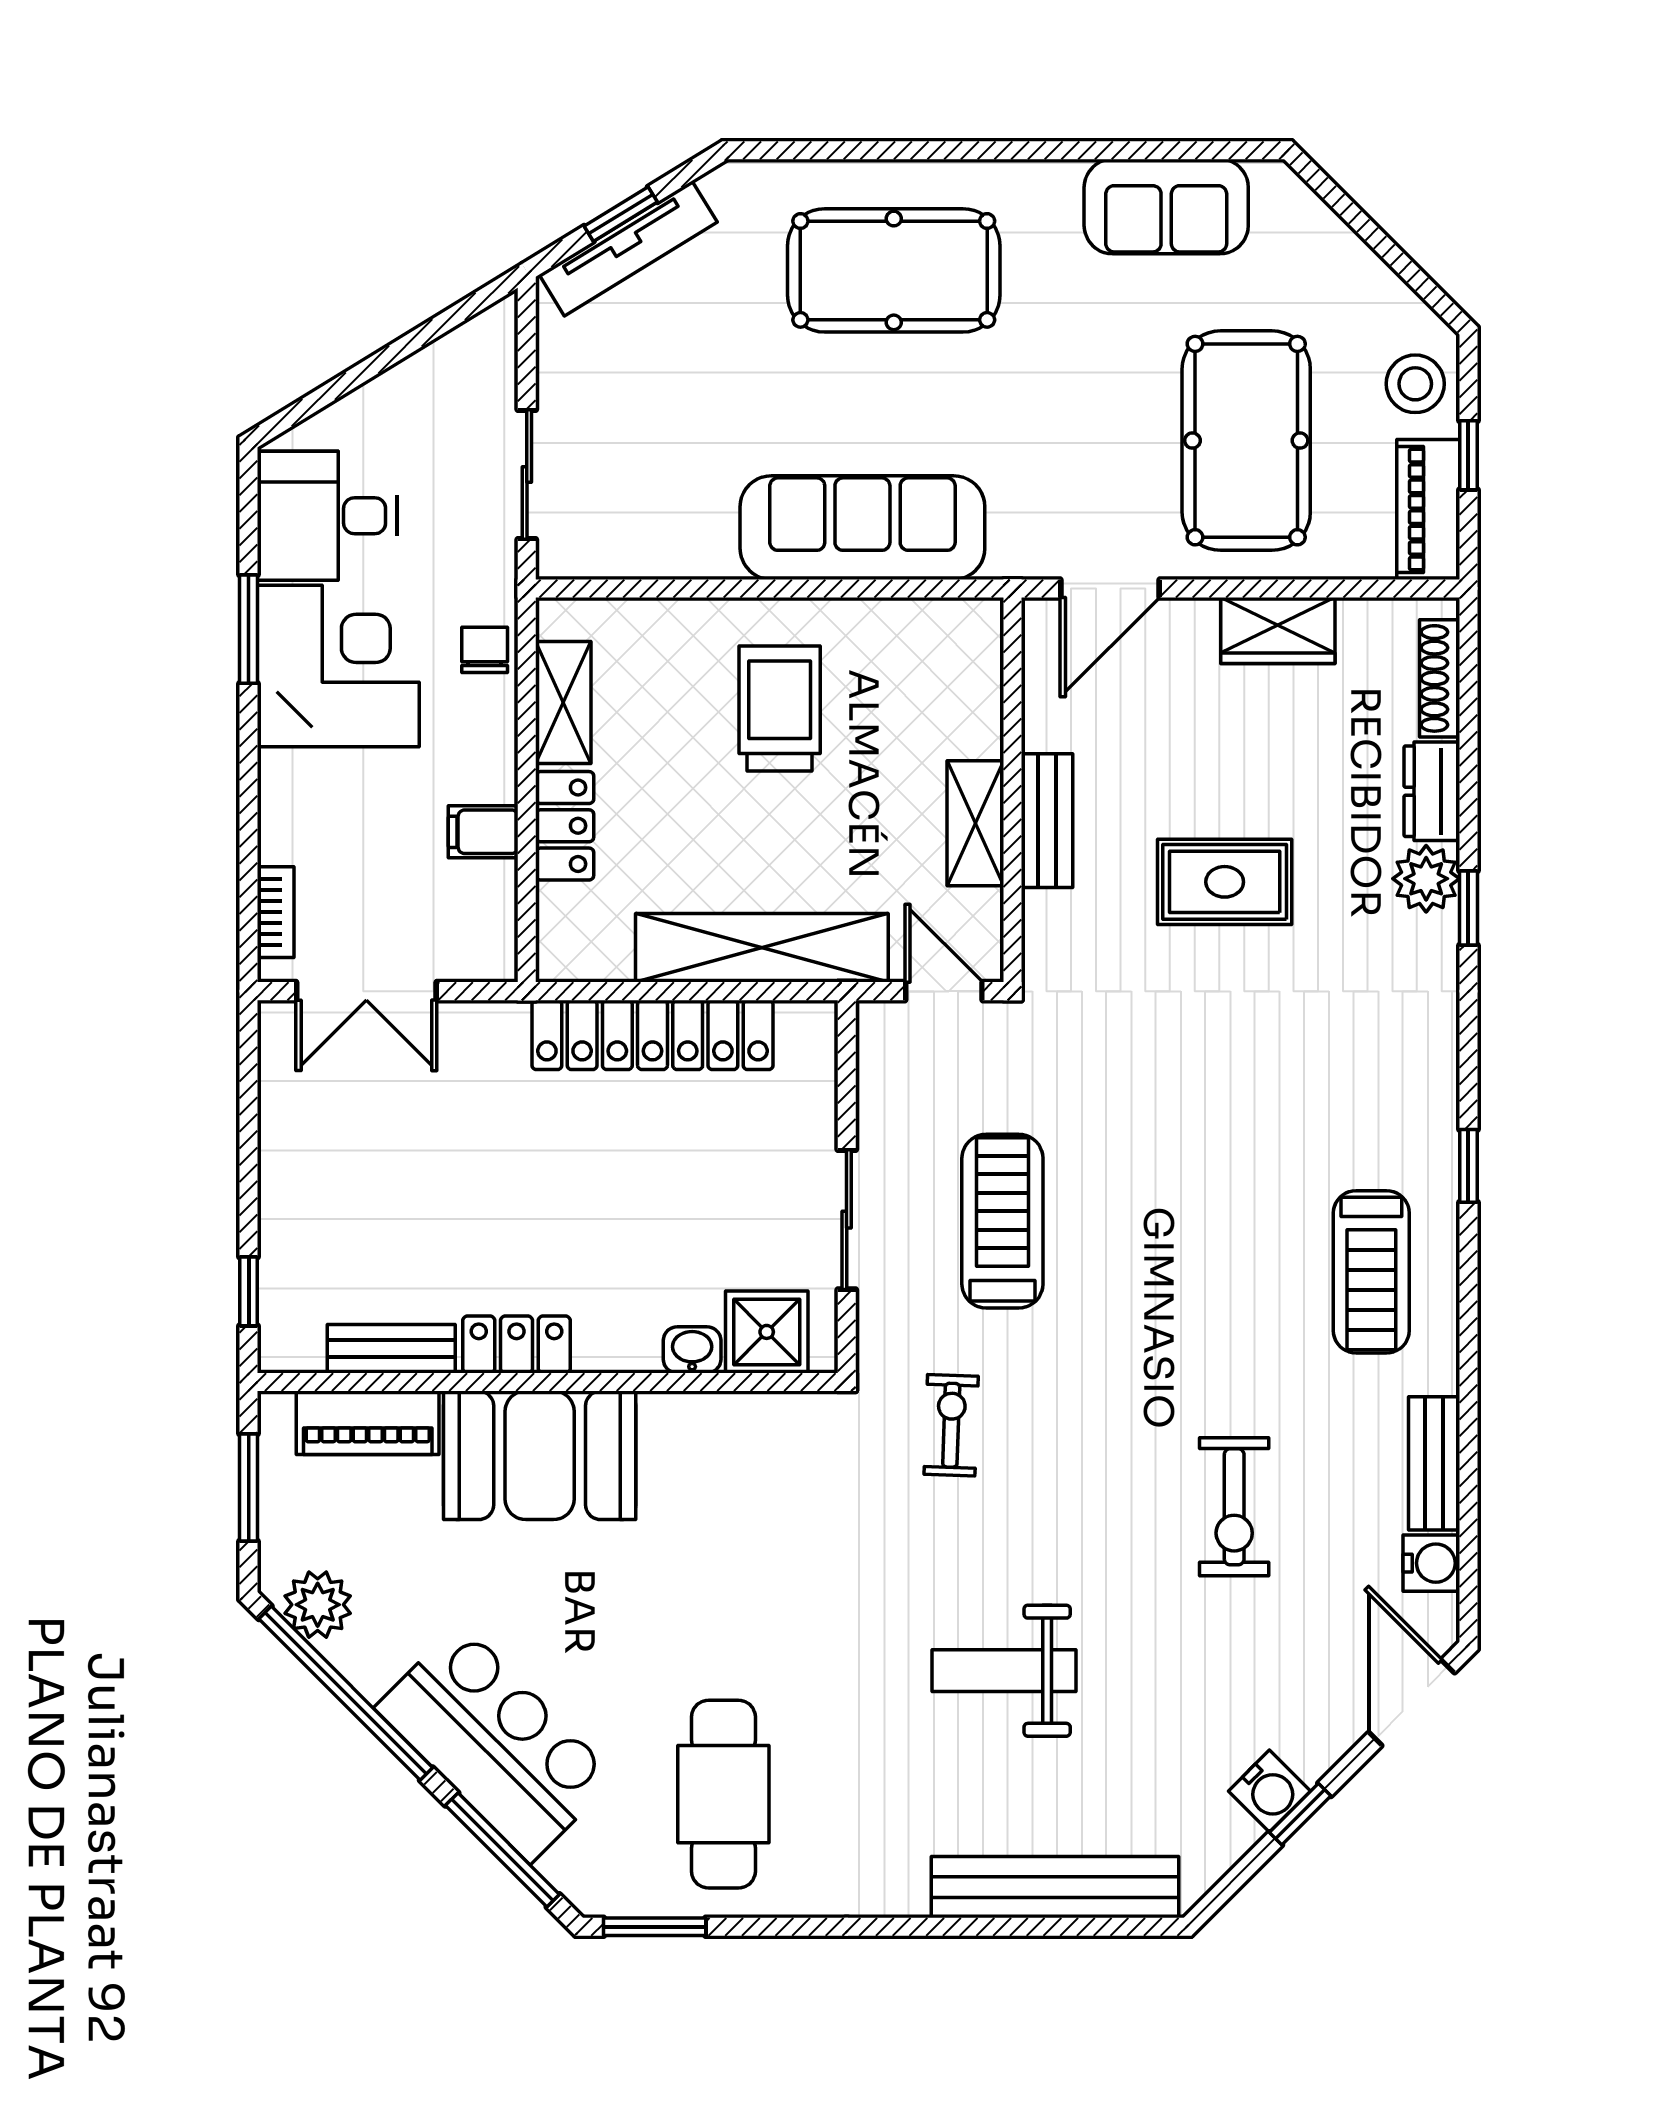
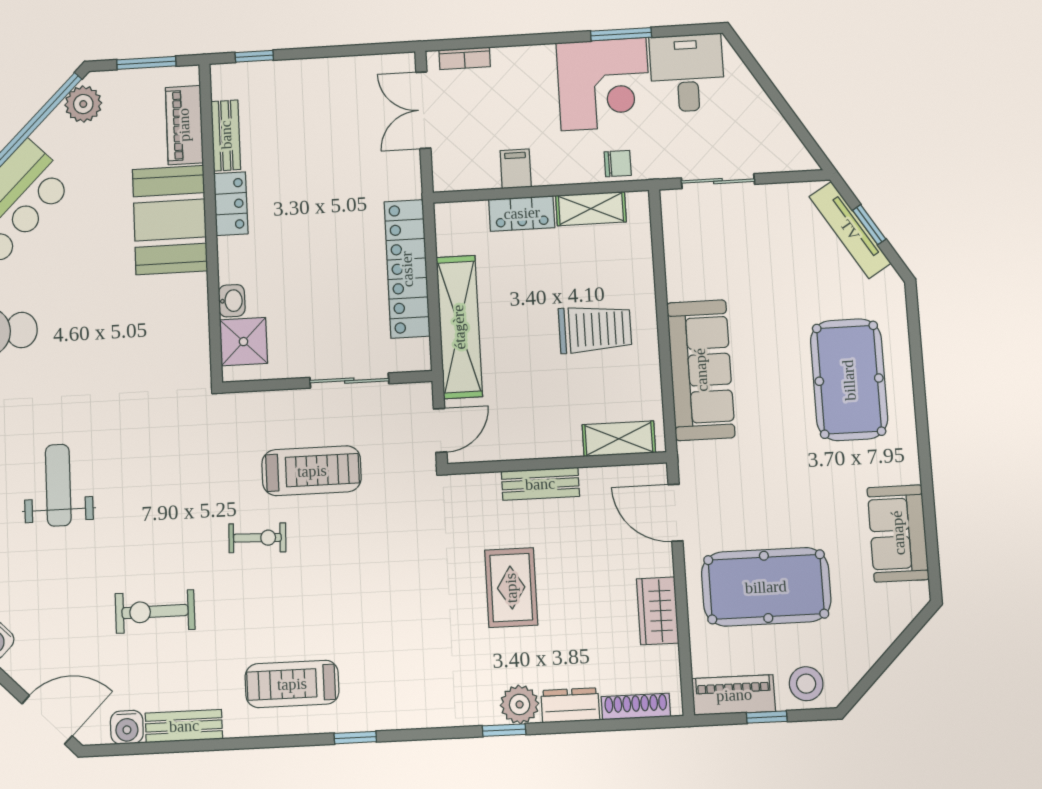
shelving: (975, 823) -> (619, 439), moved
sliding door: (847, 1220) -> (349, 381), moved
exercise bike: (951, 1425) -> (257, 538), moved

